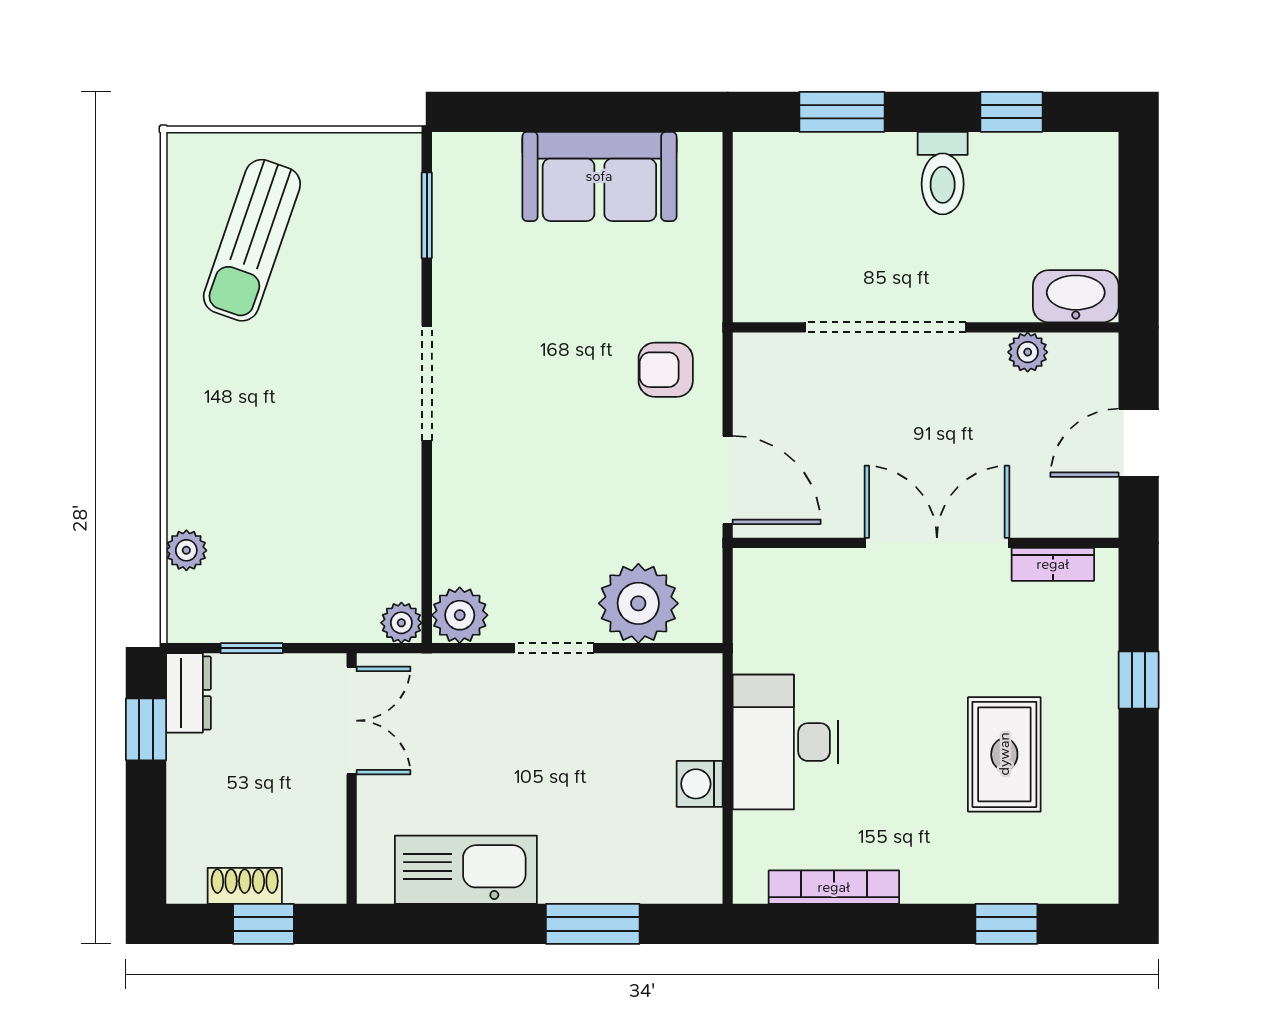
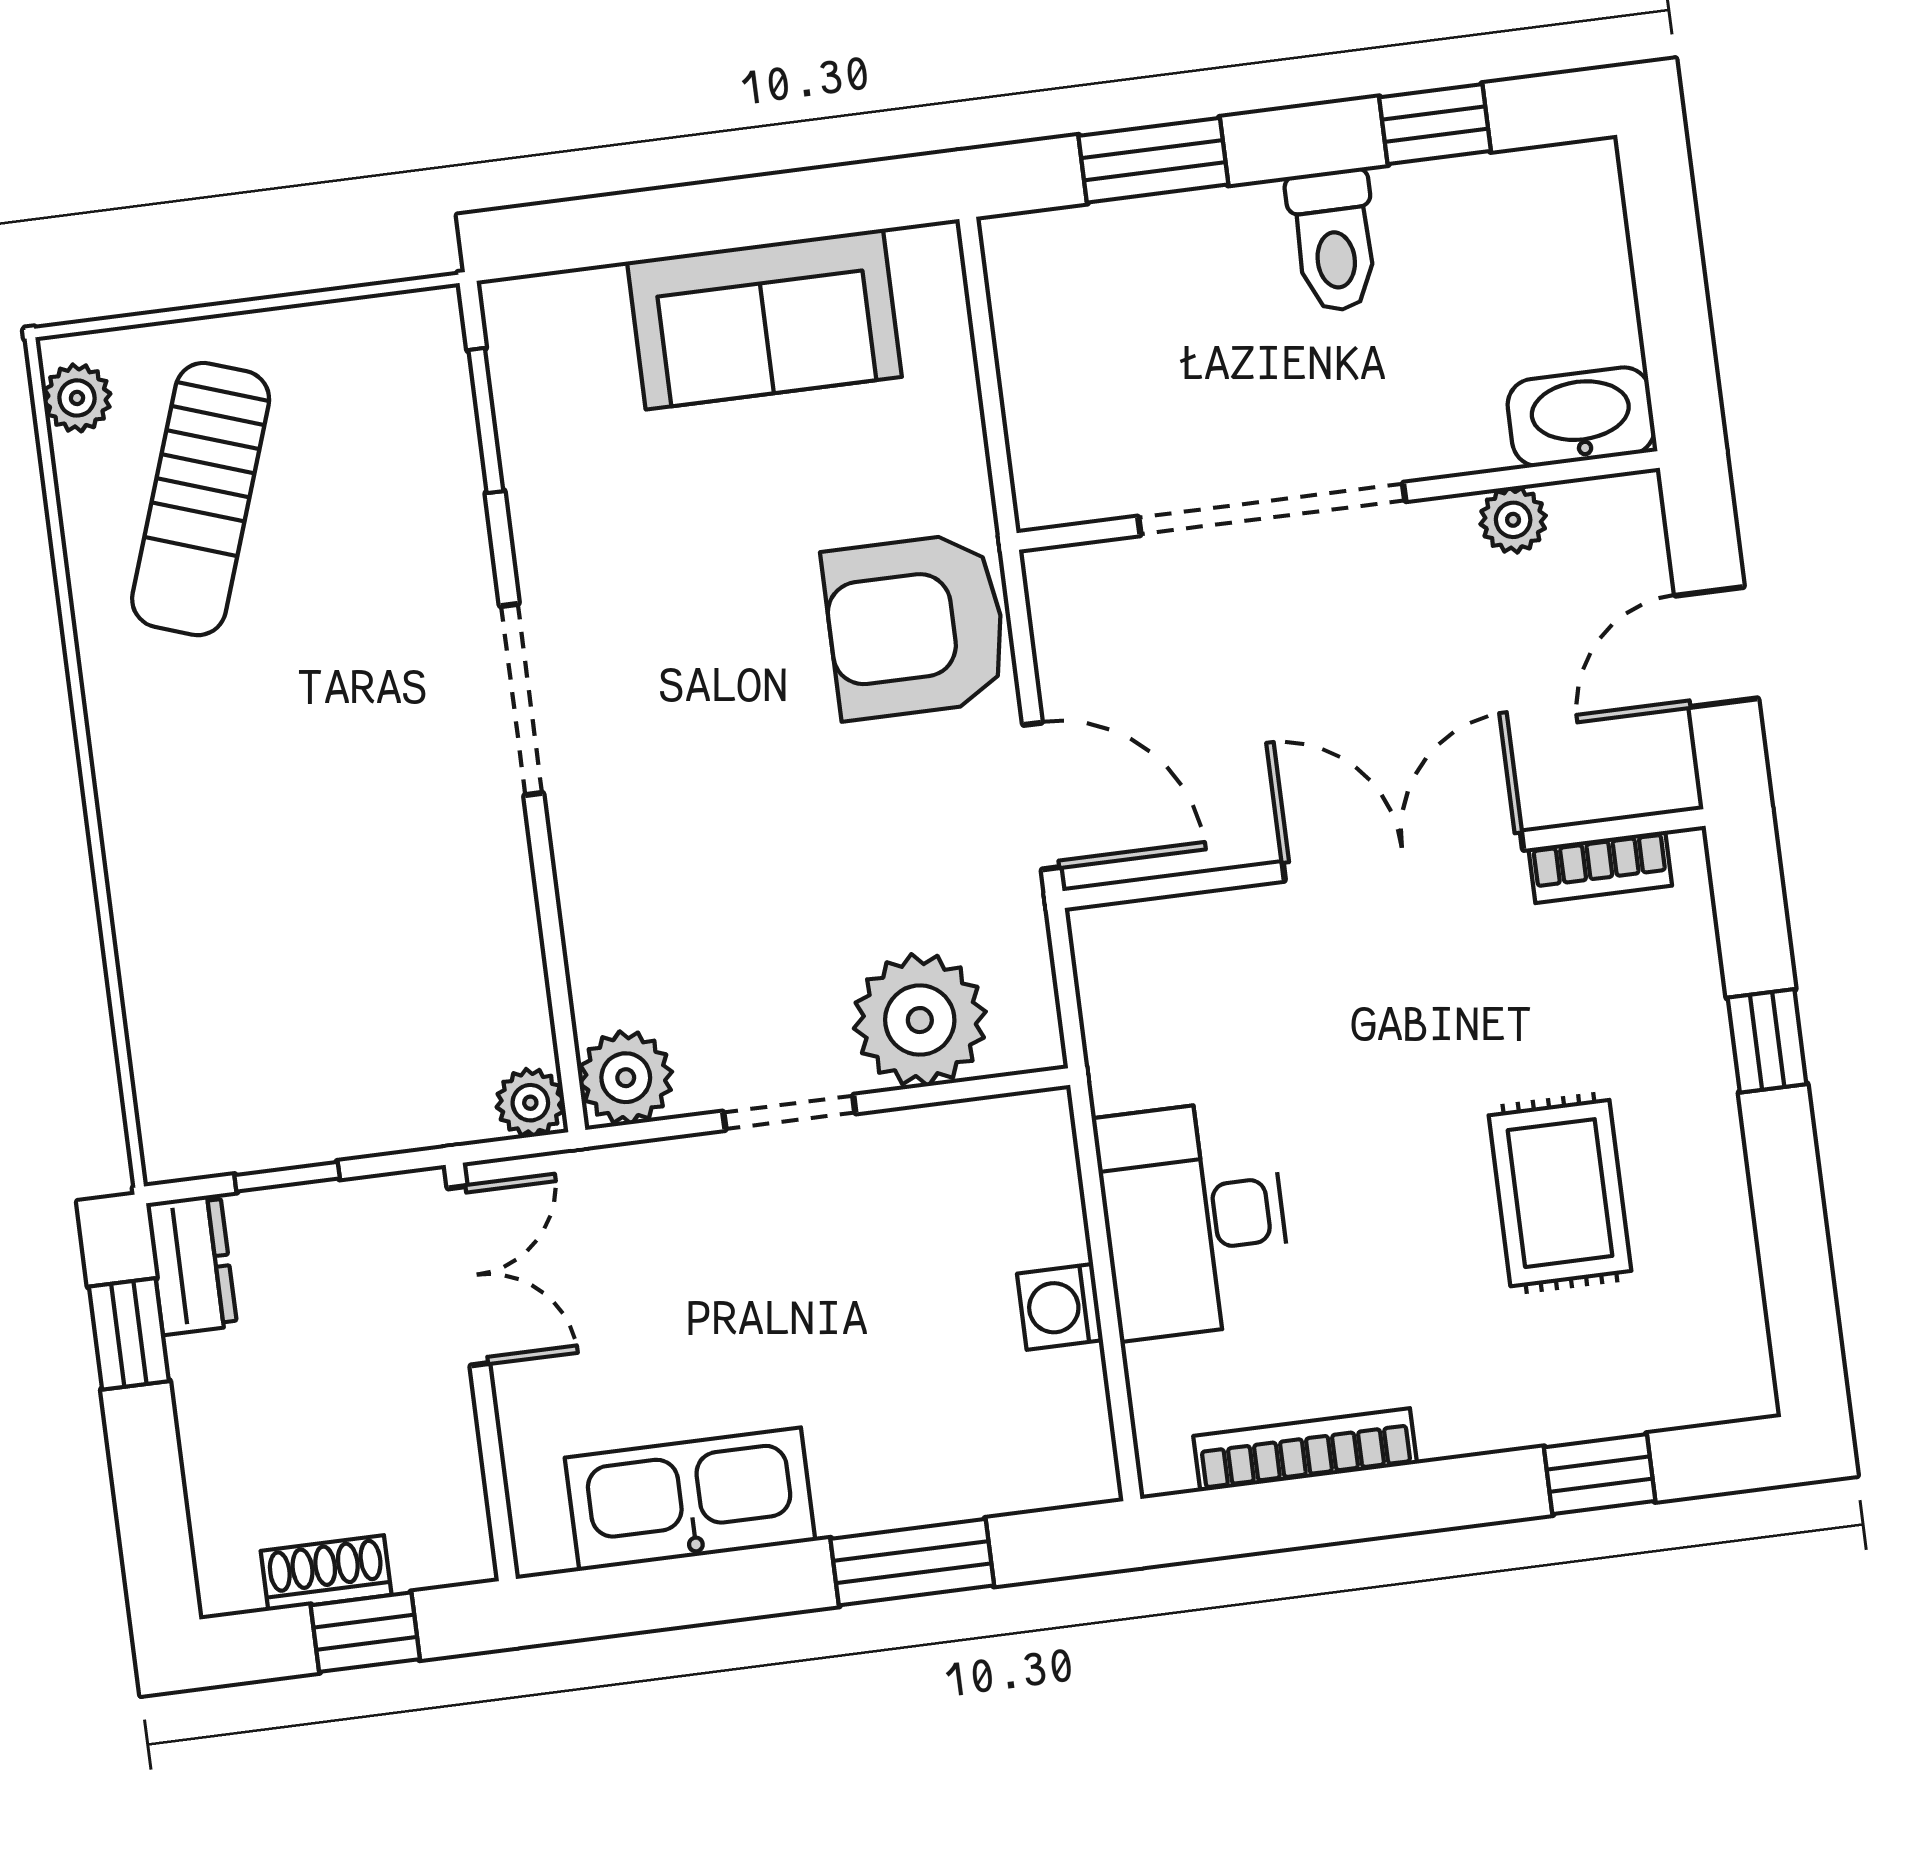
armchair: (666, 370) -> (916, 626), width x1.88, depth x1.88
plant: (186, 550) -> (77, 398), moved

